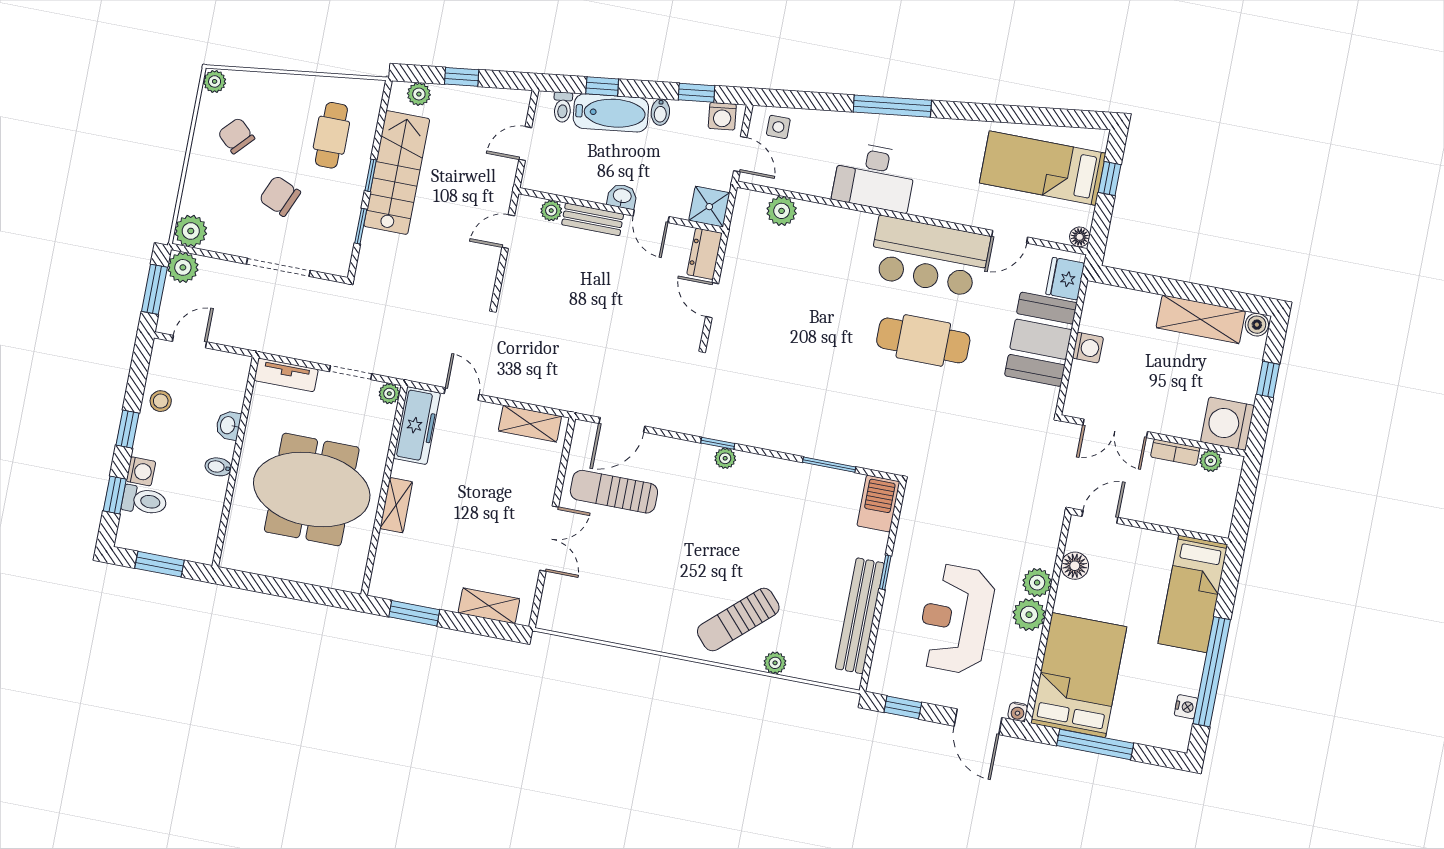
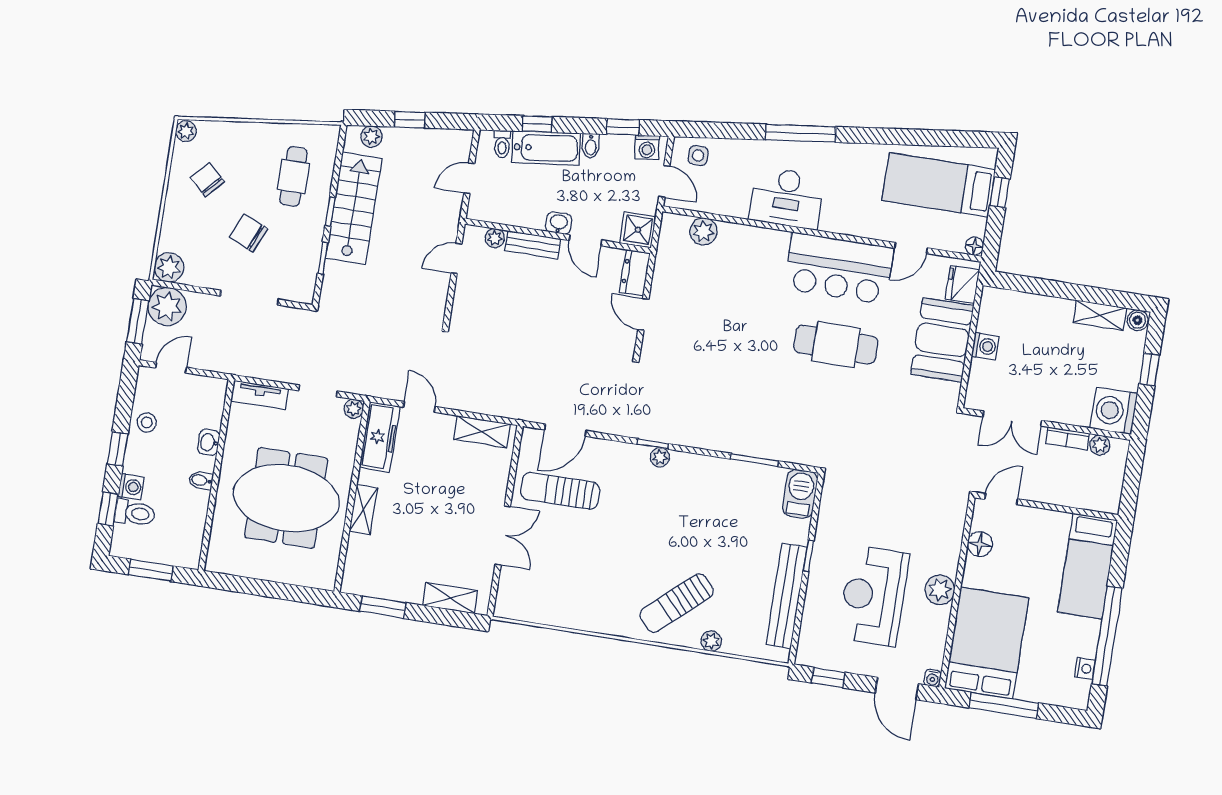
plant: (183, 267) -> (167, 307), width x1.36, depth x1.36
shelving: (1201, 319) -> (1100, 315), width x0.67, depth x0.75
plant: (1037, 583) -> (946, 561), removed

